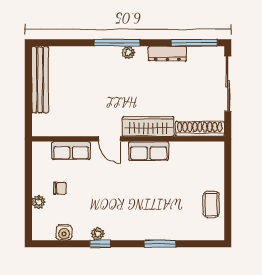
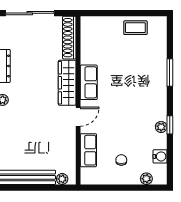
plant: (38, 121) -> (62, 179), added
plant: (38, 202) -> (146, 179), moved

